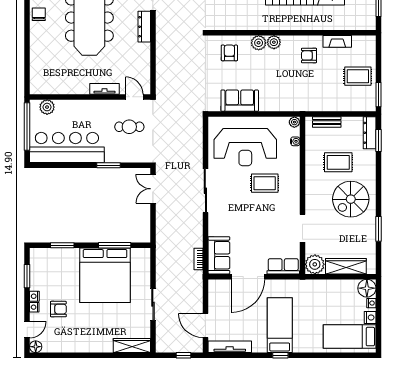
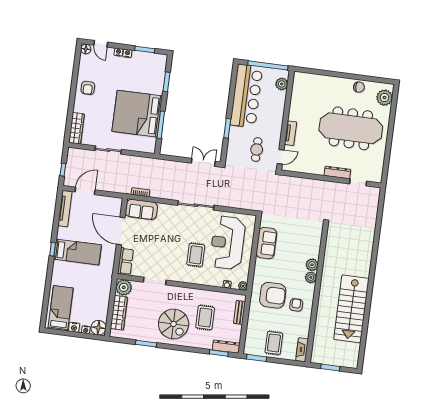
fireplace: (337, 41) -> (302, 350), moved
armchair: (229, 53) -> (273, 295), moved, width x1.88, depth x1.88
spiral stairs: (351, 199) -> (174, 324), turned 180
armchair: (58, 309) -> (88, 88), moved

